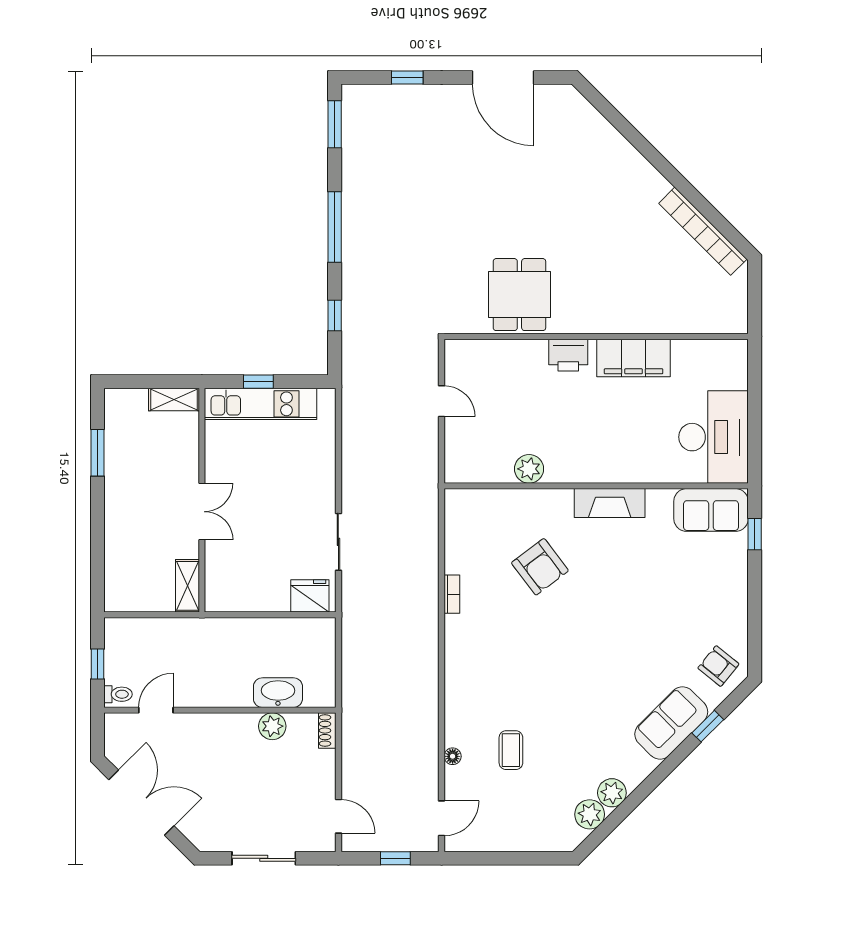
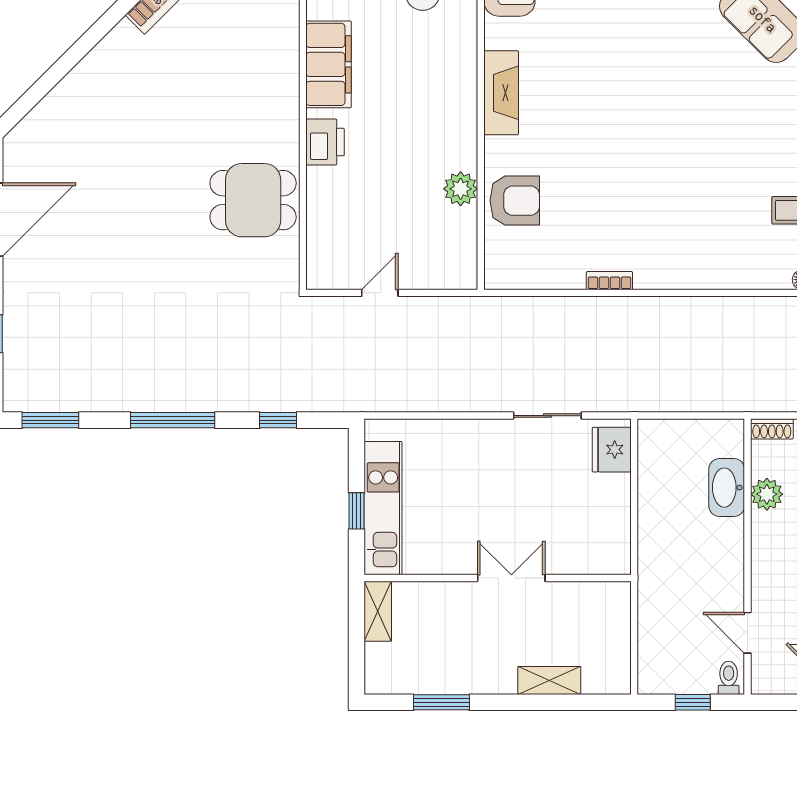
armchair: (540, 567) -> (515, 201), moved, turned 37
shelving: (187, 586) -> (549, 680), moved

